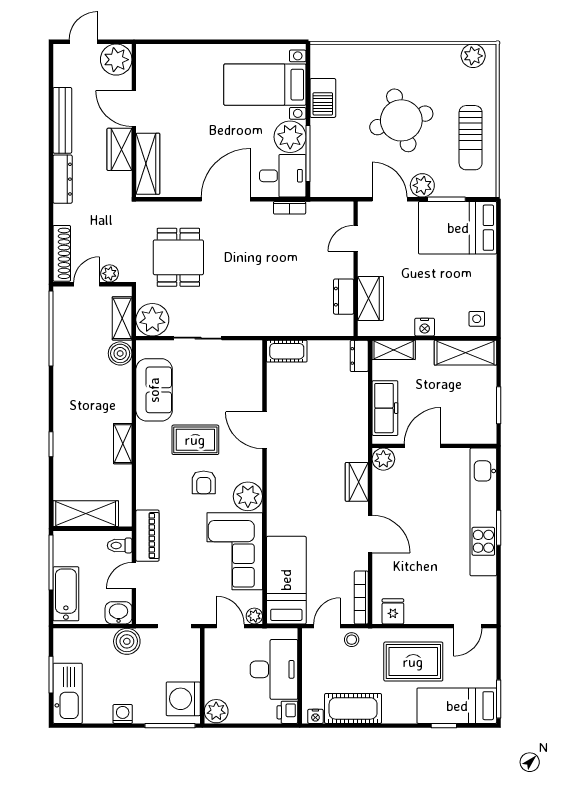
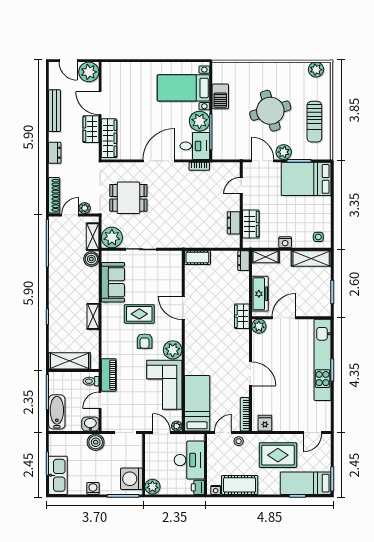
door: (83, 42) -> (68, 61), swing flipped
dresser: (63, 179) -> (55, 153), width x0.70
dining table: (178, 257) -> (128, 198), turned 90
wardrobe: (357, 482) -> (242, 316), moved

